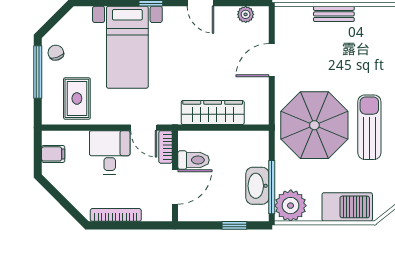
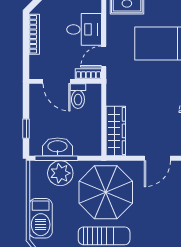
door: (272, 60) -> (157, 158), swing flipped
wardrobe: (213, 113) -> (116, 131), moved
plant: (291, 206) -> (60, 173), moved

